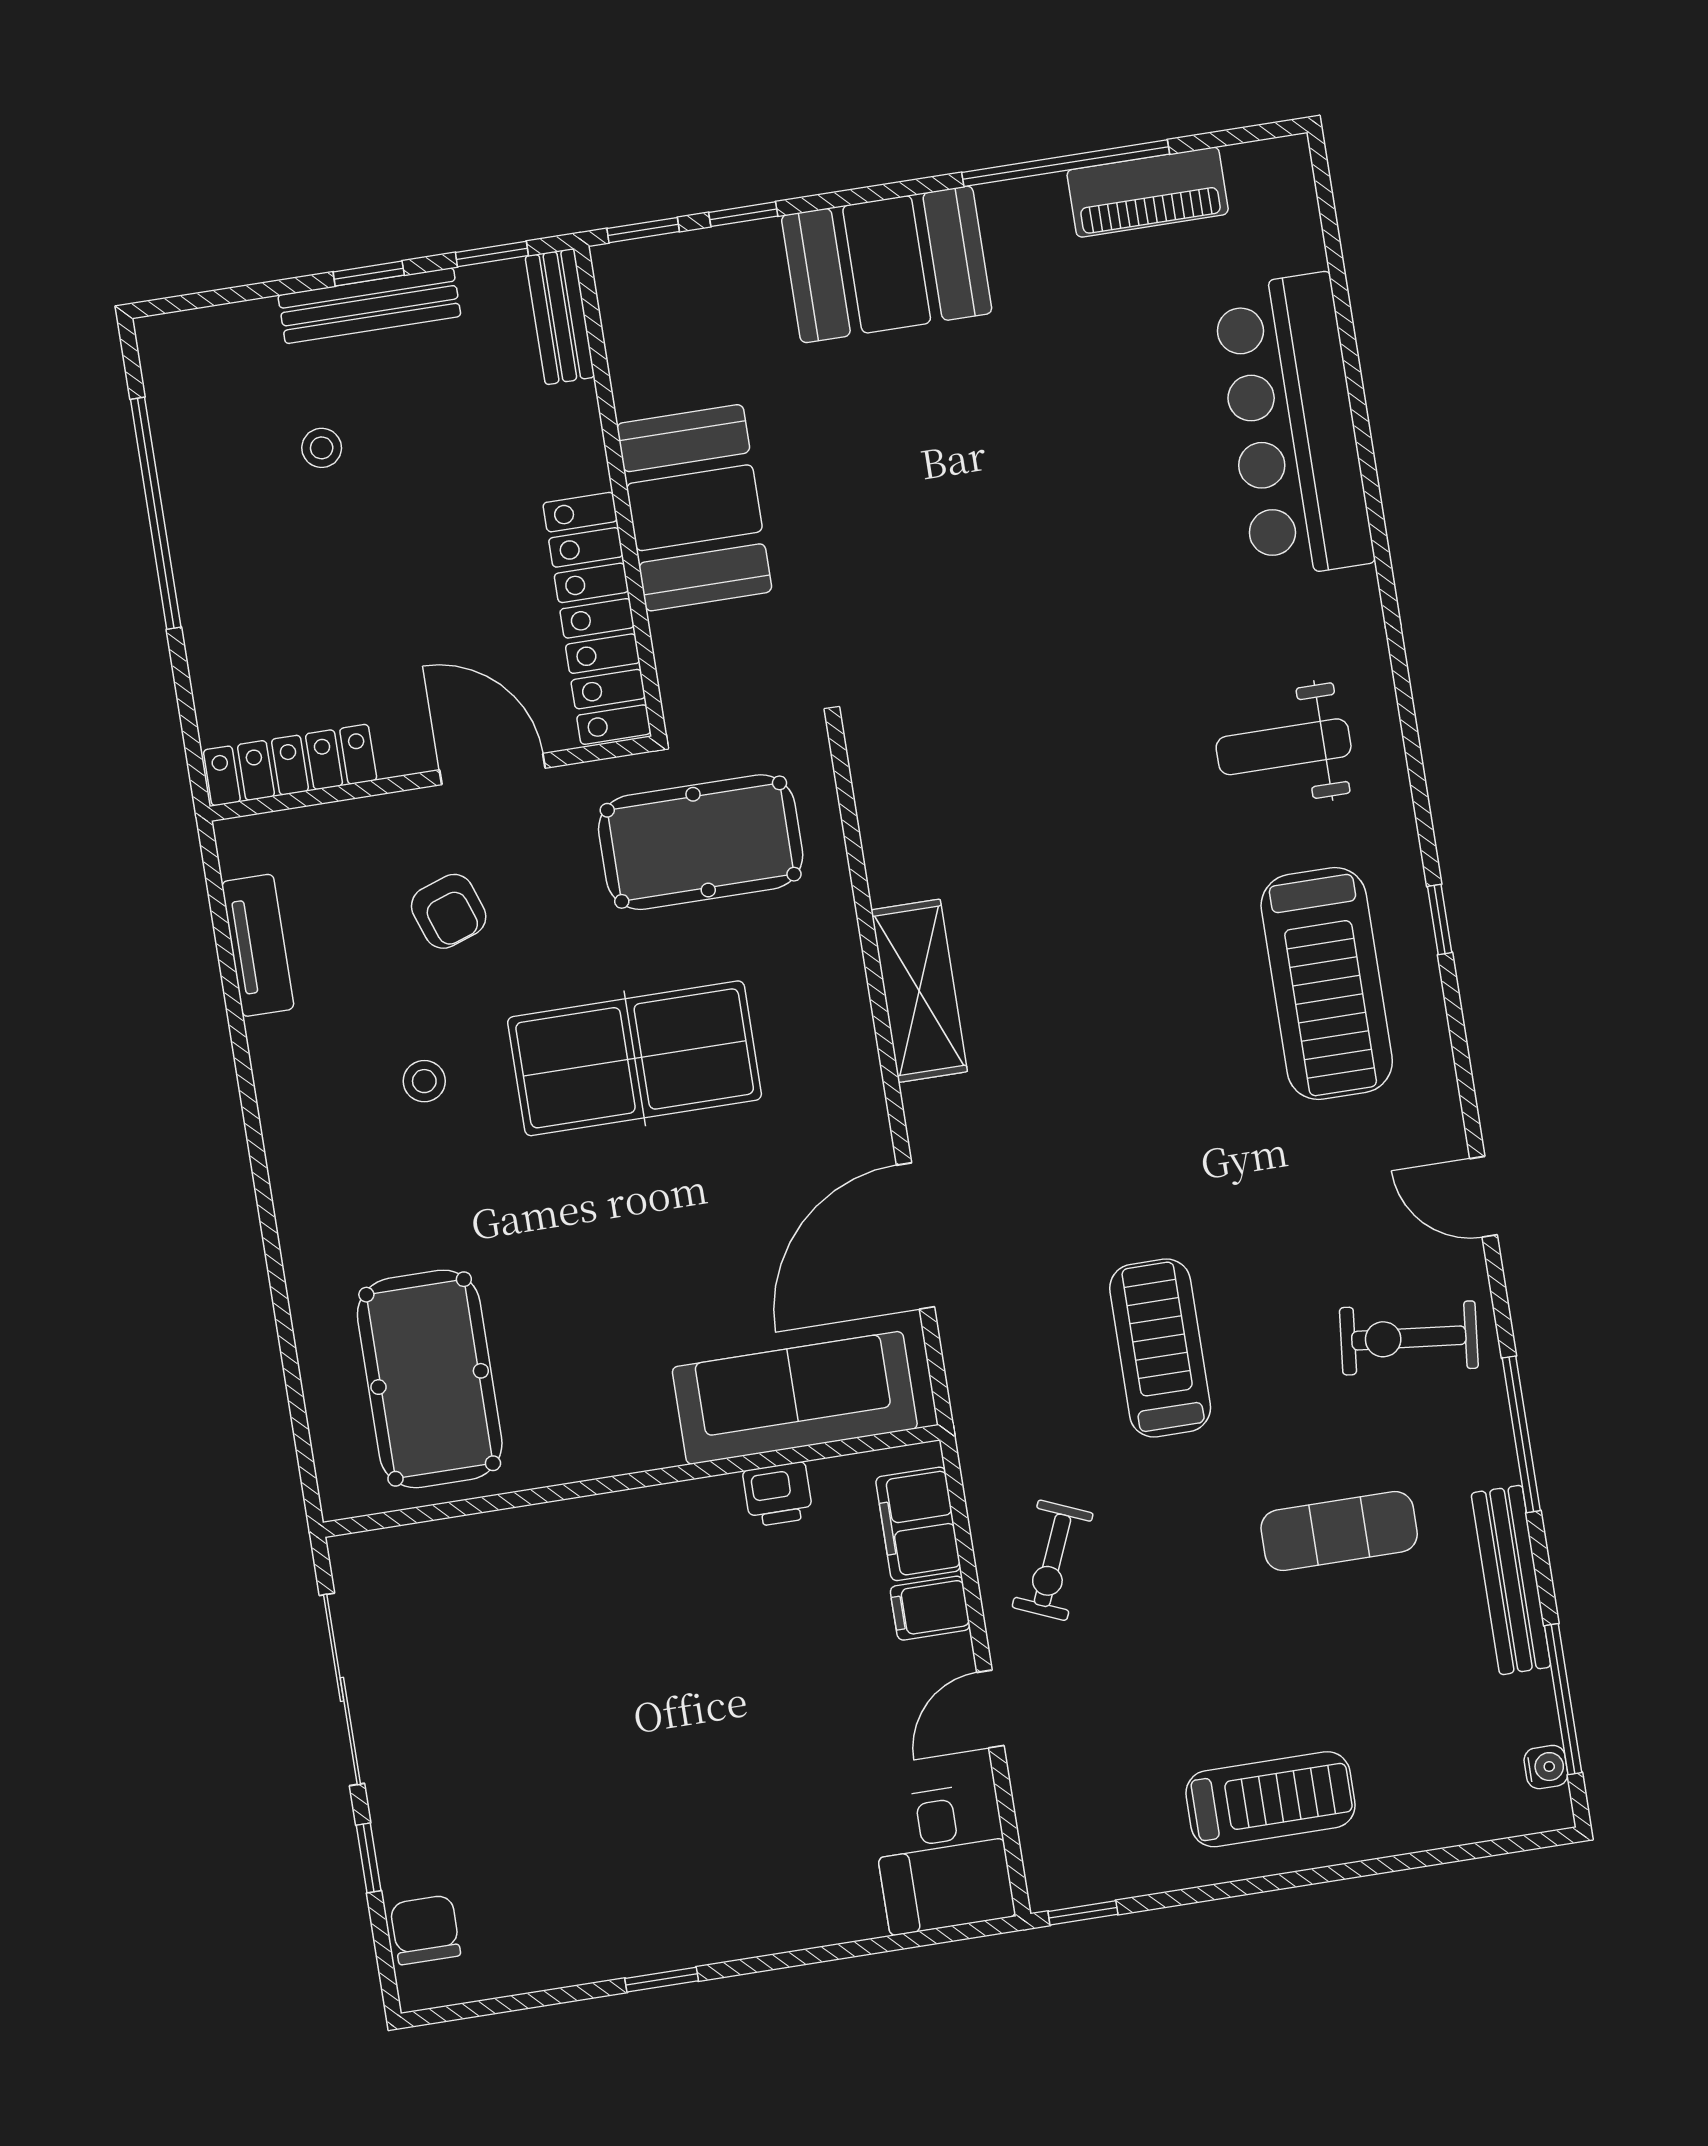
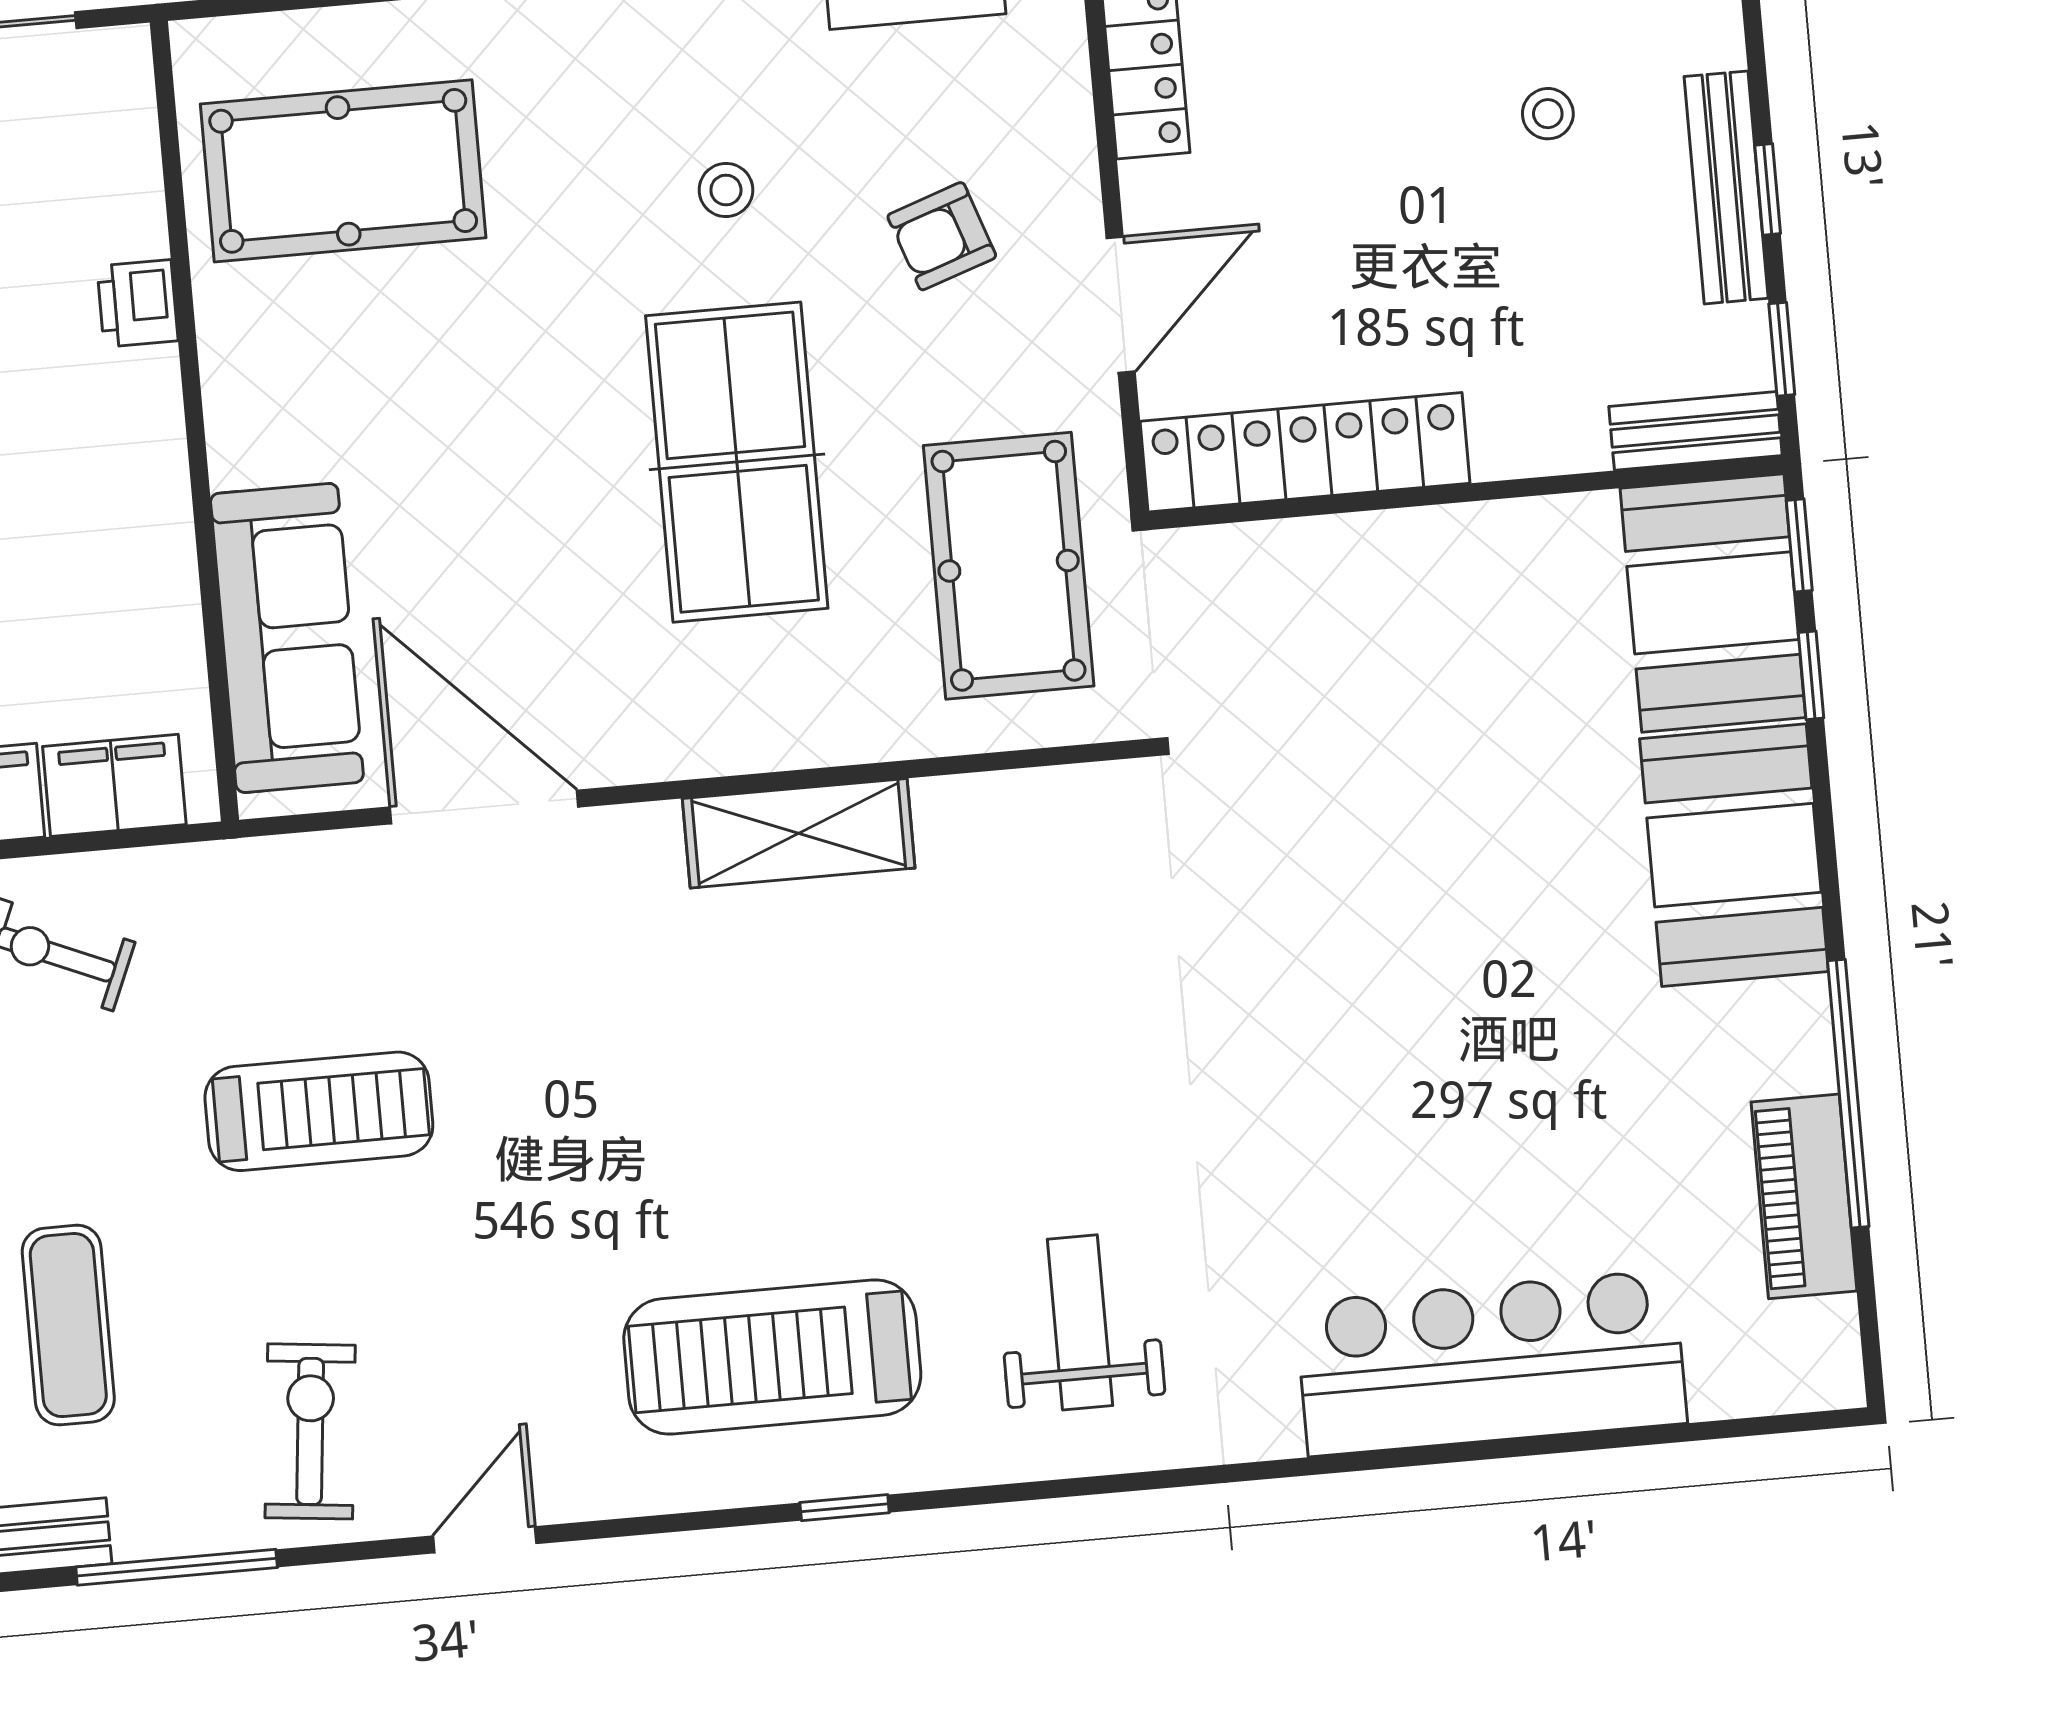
booth: (694, 508) -> (1713, 603), moved, turned 90
printer: (778, 1494) -> (137, 303), moved

